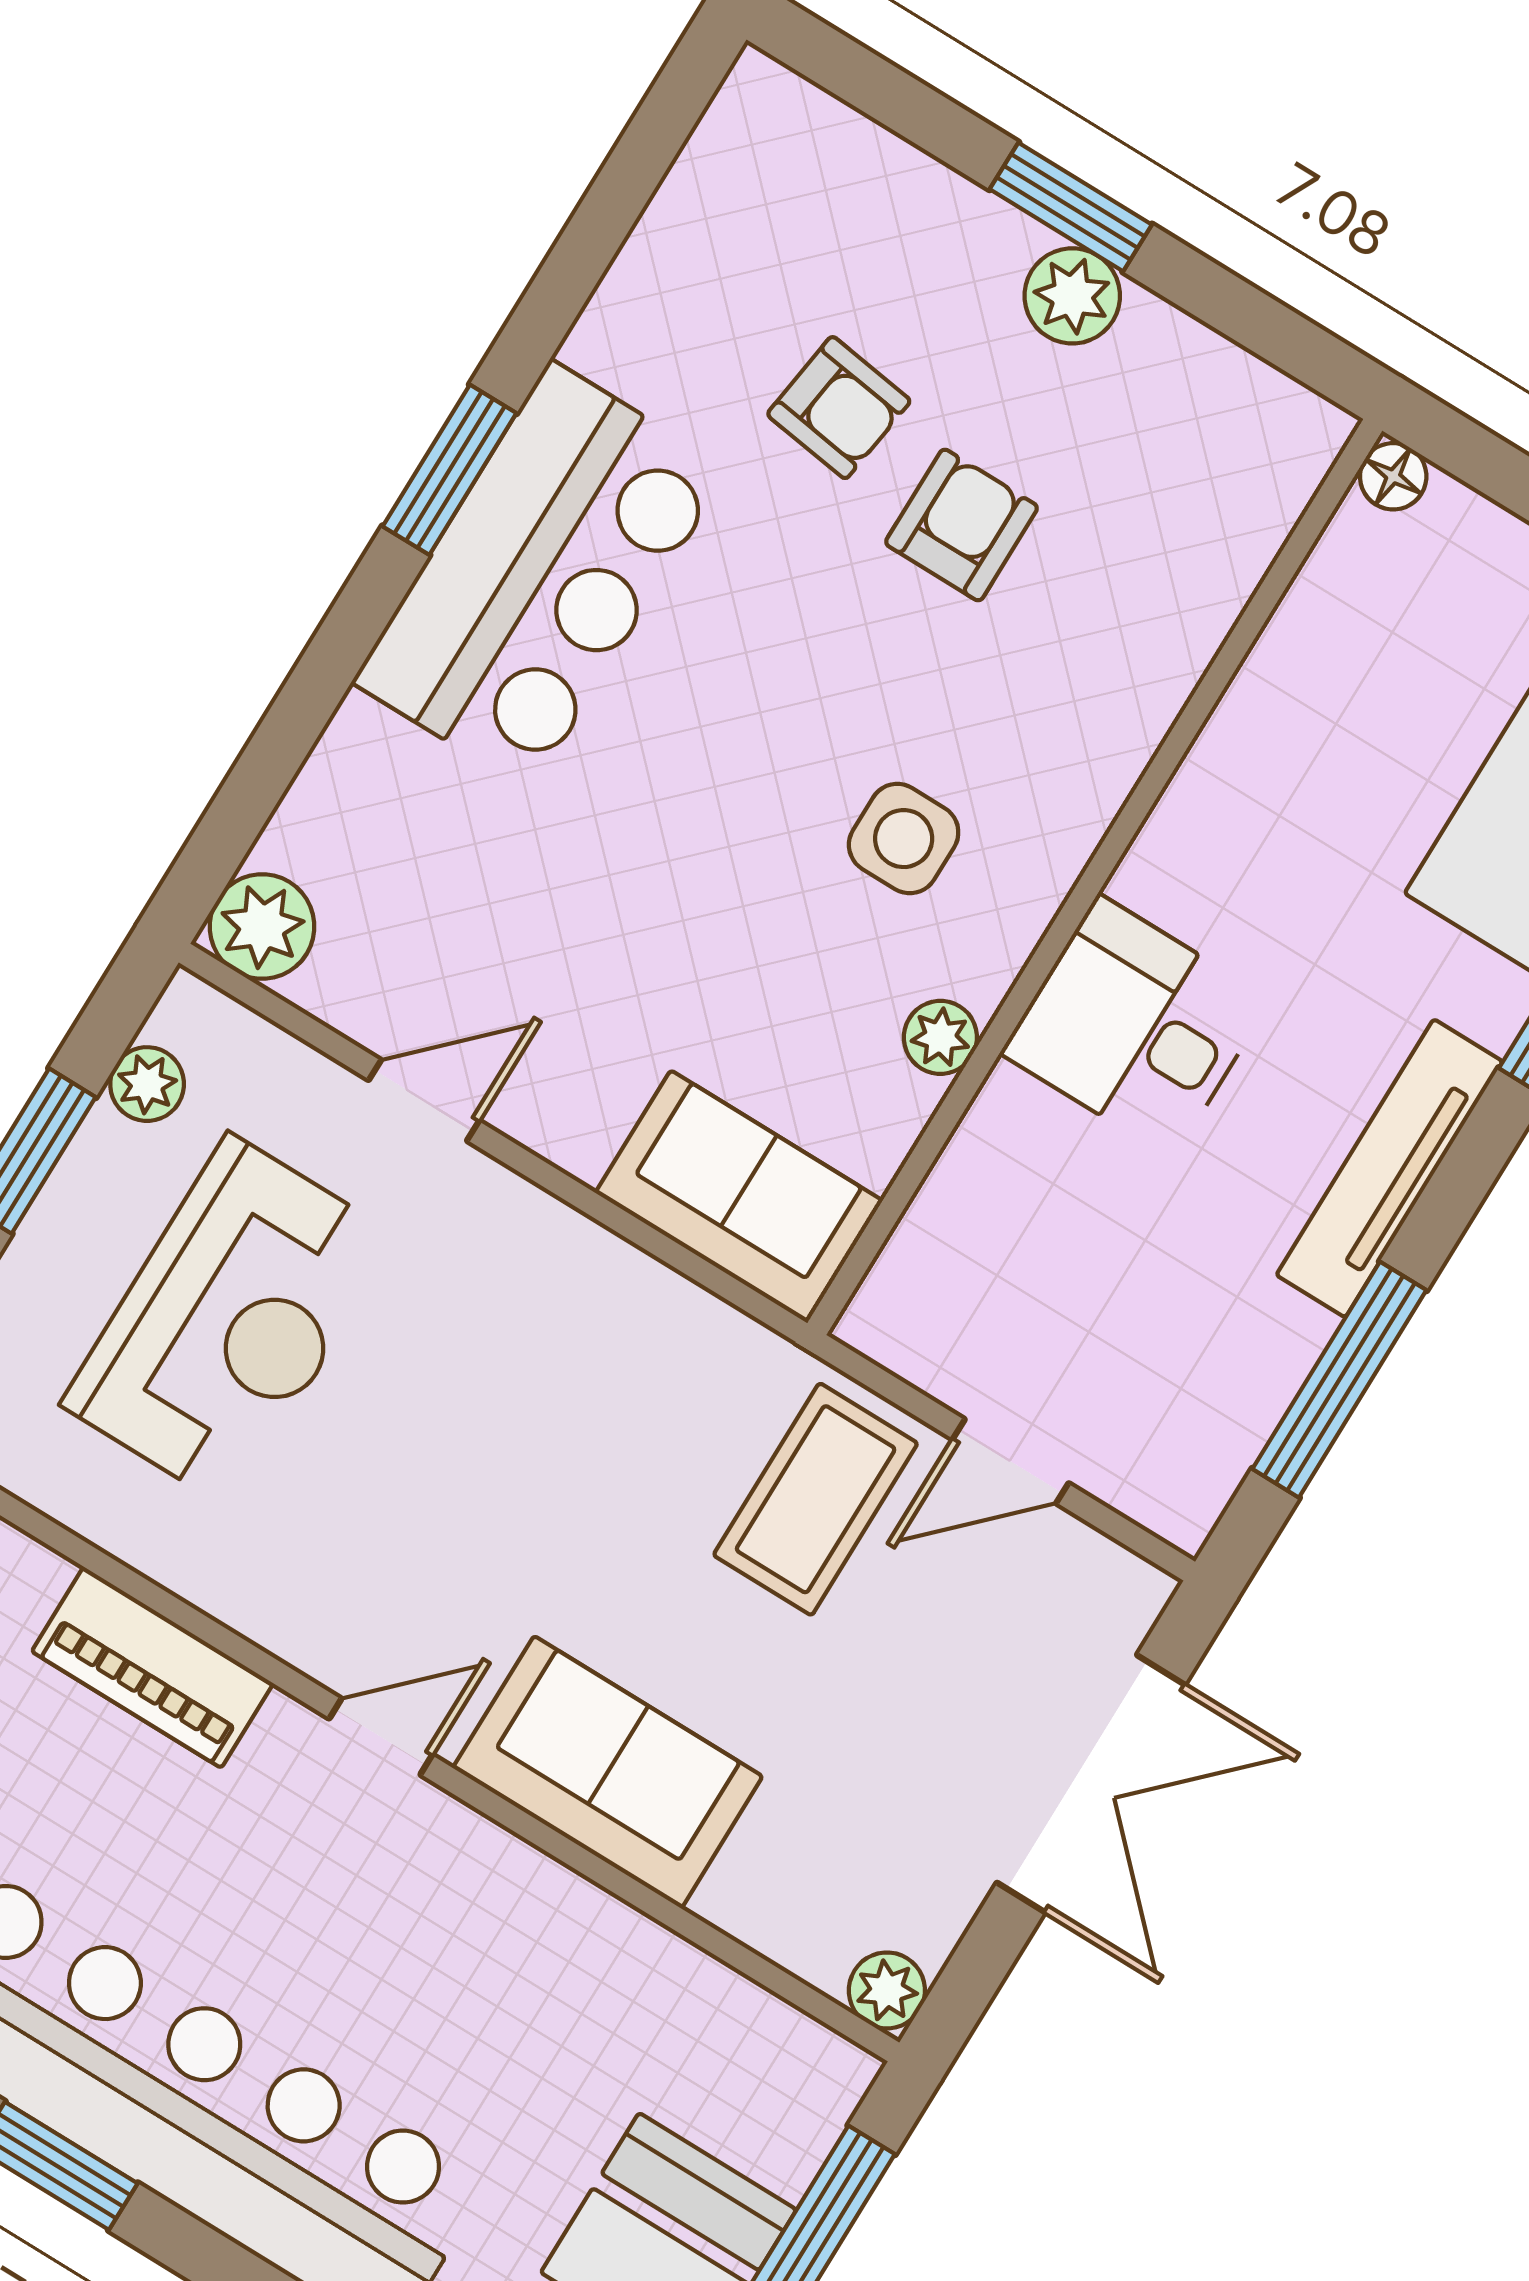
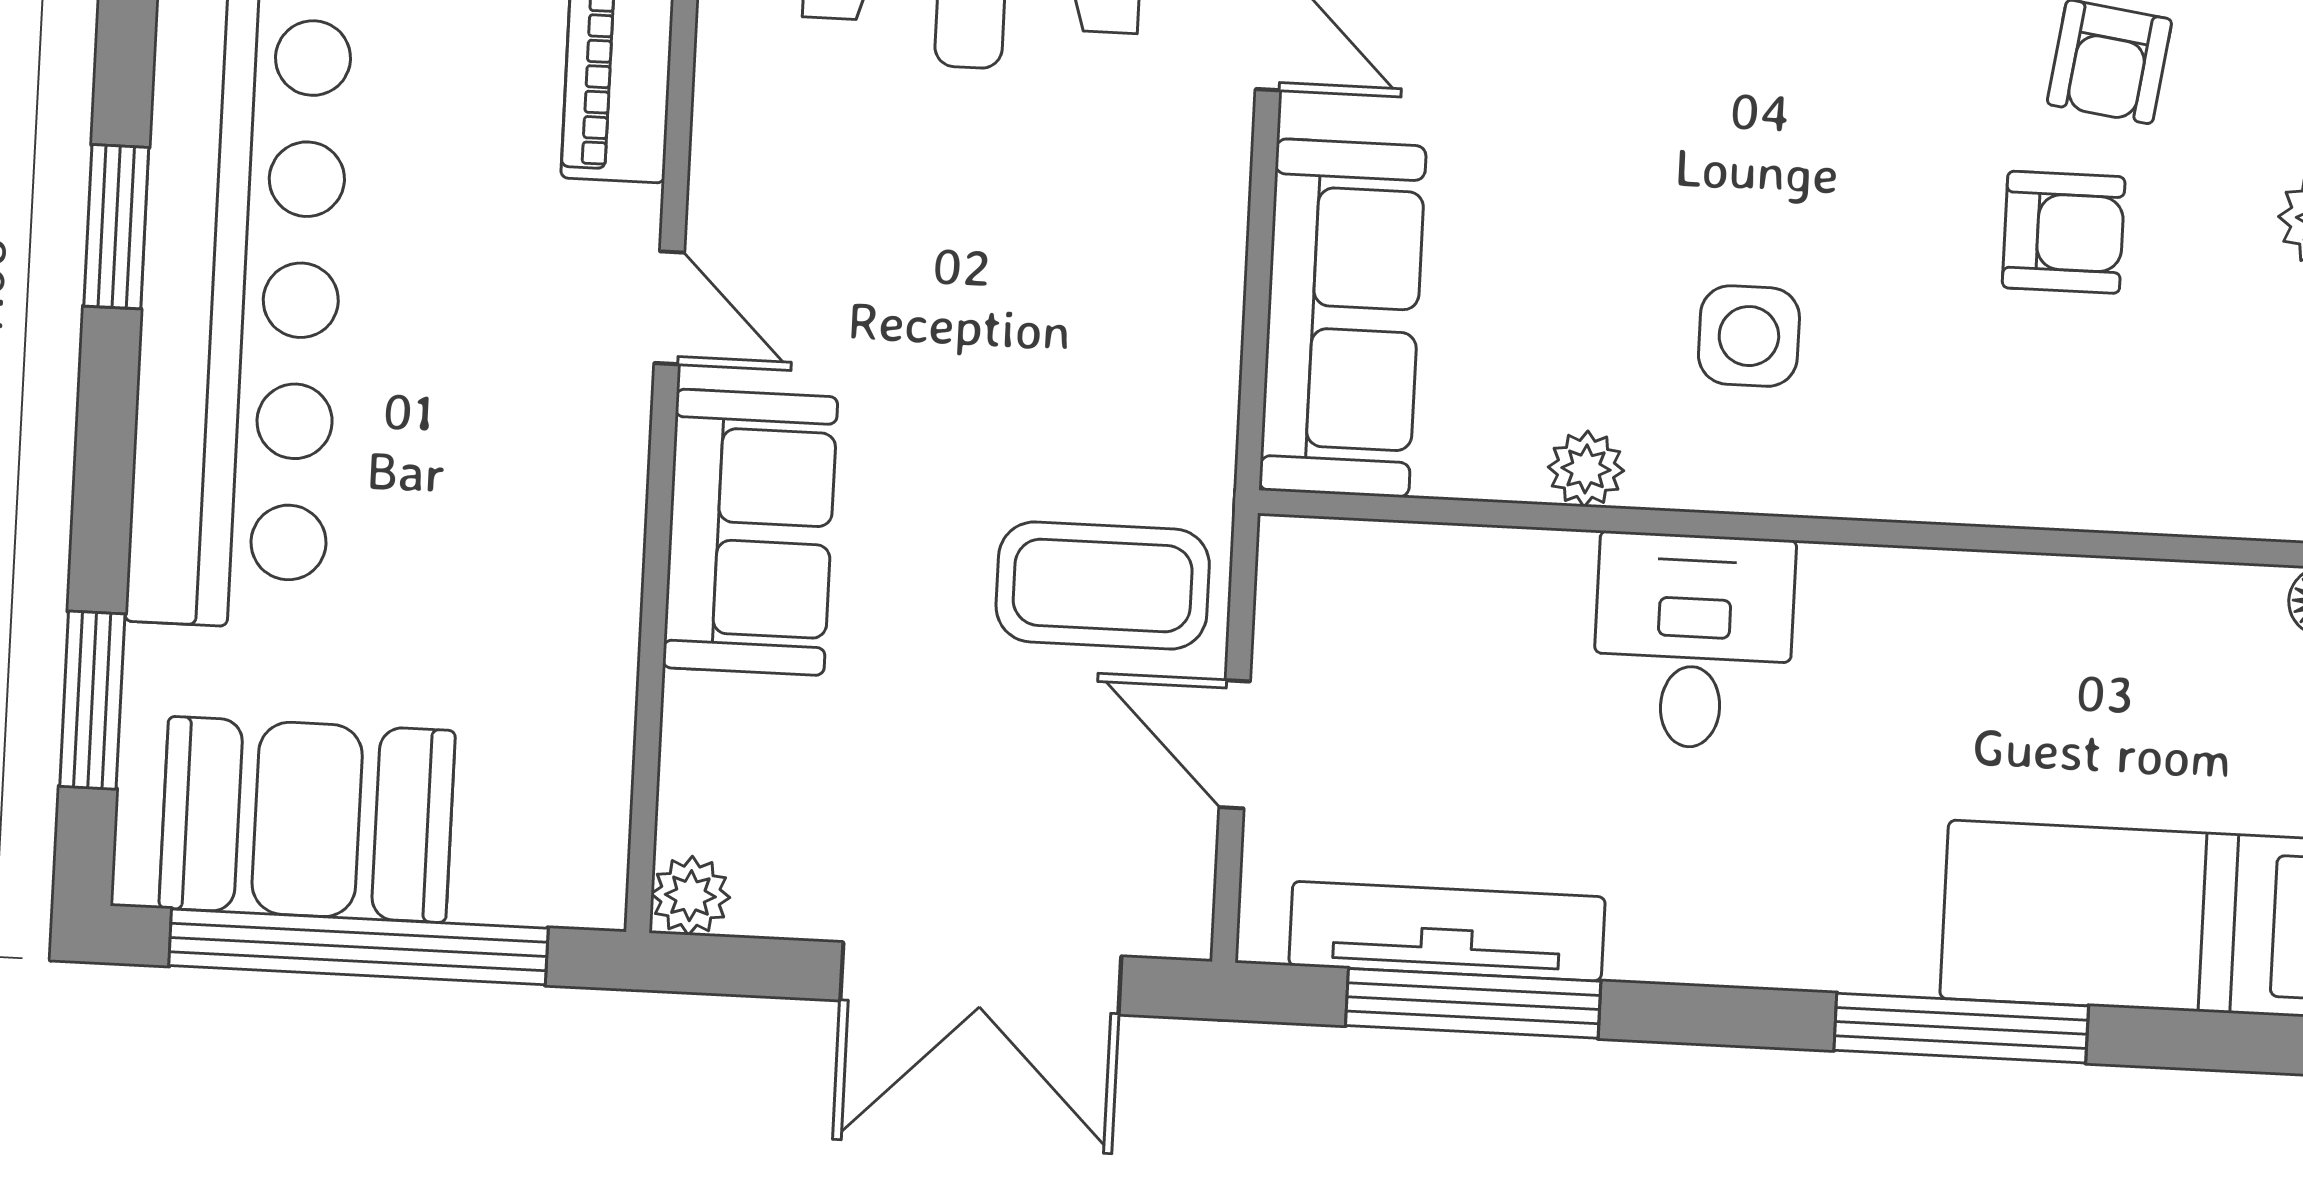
tv unit: (1389, 1168) -> (1447, 931), moved
sofa: (739, 1197) -> (1343, 318), width x1.36

